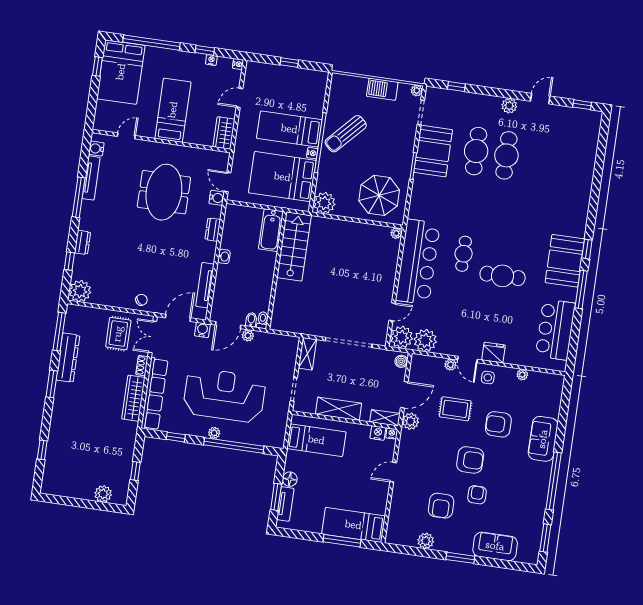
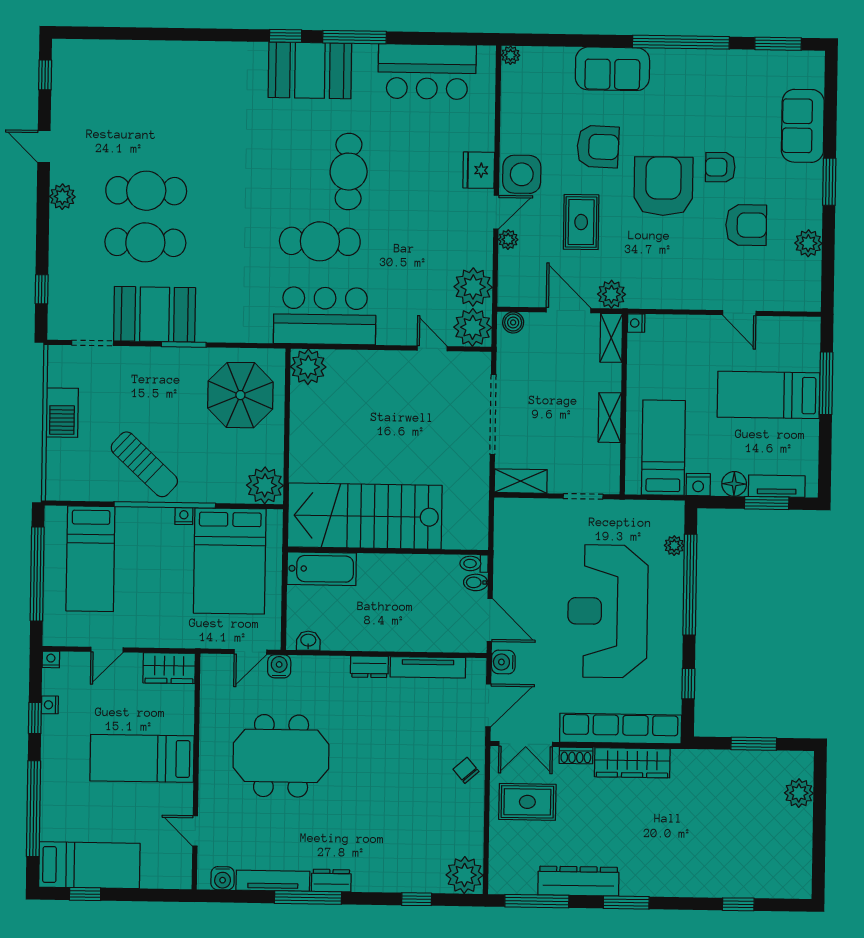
window: (289, 62) -> (37, 574), width x3.17
bed: (121, 72) -> (89, 865), width x0.67
plant: (417, 90) -> (57, 355), removed
door: (240, 98) -> (107, 650), hinge flipped
bed: (289, 129) -> (90, 559), moved
dresser: (213, 230) -> (369, 667), moved
plant: (396, 233) -> (308, 367), width x1.88, depth x1.88
dresser: (82, 242) -> (331, 881), moved
stairs: (294, 247) -> (365, 516), width x1.36, depth x1.51
cafe table: (464, 254) -> (320, 241), width x1.37, depth x1.35
washbasin: (224, 256) -> (308, 641), moved
bar counter: (418, 262) -> (325, 316), width x0.73
door: (178, 318) -> (488, 705), swing flipped
plant: (248, 335) -> (503, 585), removed
plant: (522, 375) -> (510, 55), moved
side table: (488, 378) -> (522, 174), width x1.87, depth x1.87
shelving: (338, 409) -> (610, 418), width x0.67, depth x0.75
armchair: (498, 424) -> (598, 147), turned -88
plant: (214, 433) -> (674, 546), moved
nightstand: (378, 433) -> (698, 485), moved, turned -90
armchair: (470, 460) -> (663, 186), width x1.36, depth x1.36
window: (135, 471) -> (754, 744), width x1.50
door: (393, 472) -> (739, 313), moved
bed: (353, 525) -> (769, 395), moved, turned 90

